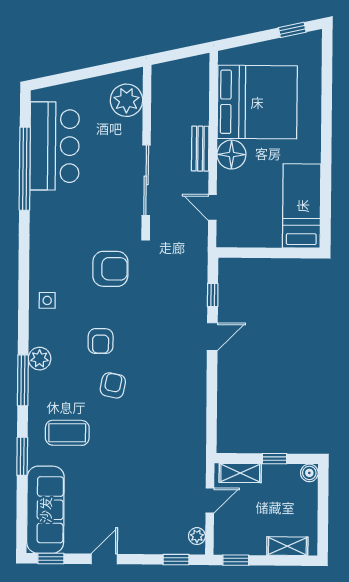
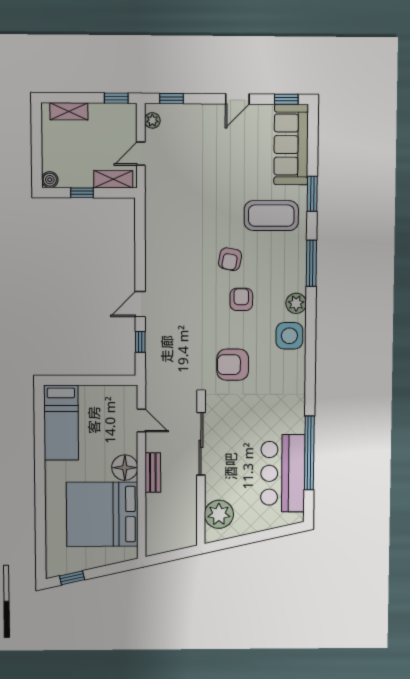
side table: (47, 300) -> (289, 336), width x1.87, depth x1.87
plant: (40, 359) -> (296, 303), moved
coffee table: (67, 433) -> (271, 216), width x1.36, depth x1.32

